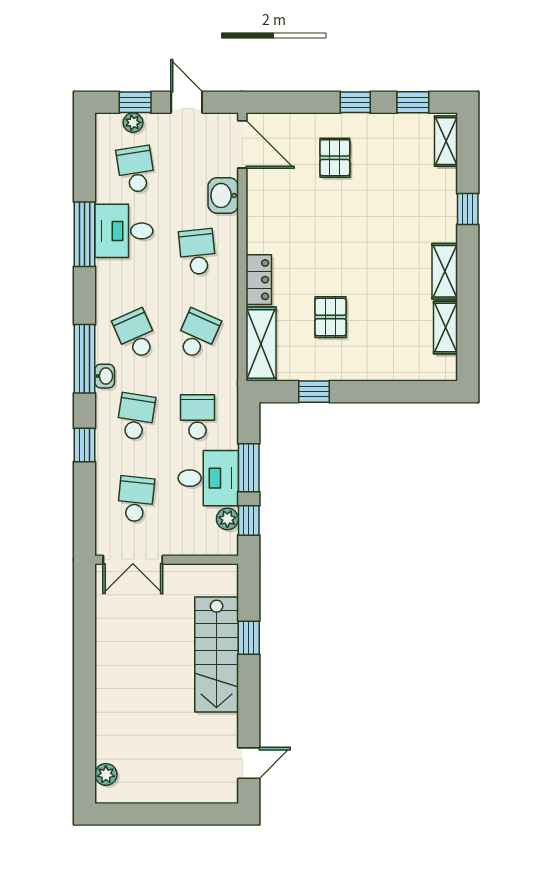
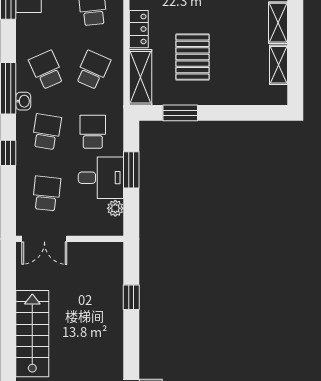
pallet: (331, 317) -> (192, 57), width x1.50, depth x1.42
window: (314, 392) -> (180, 113), width x1.50
window: (249, 520) -> (131, 209), removed
stairs: (217, 655) -> (32, 334), moved, turned 180

